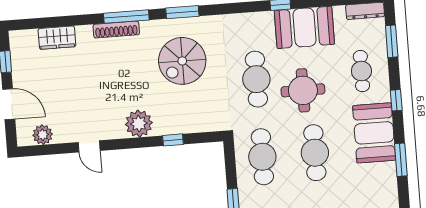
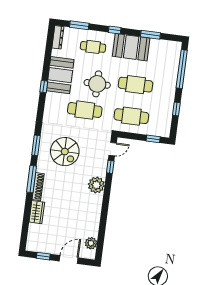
wardrobe: (57, 38) -> (37, 212), moved
door: (89, 146) -> (113, 149), moved

